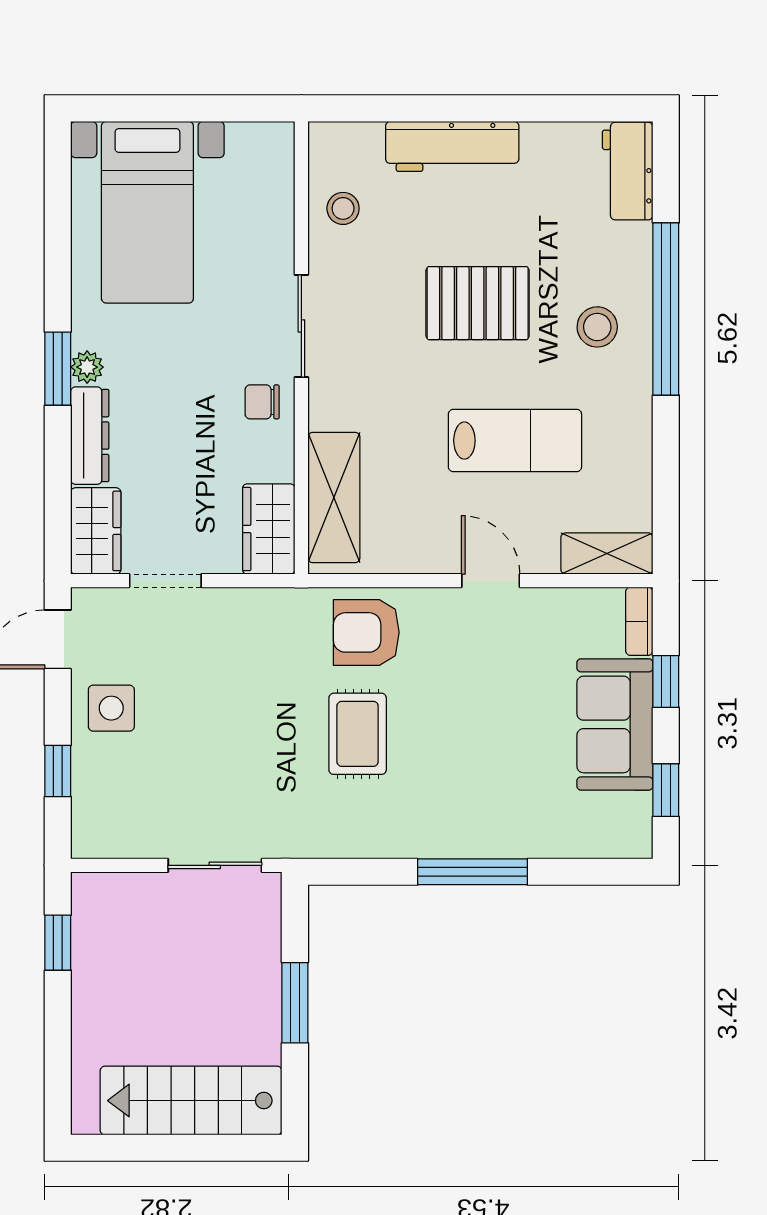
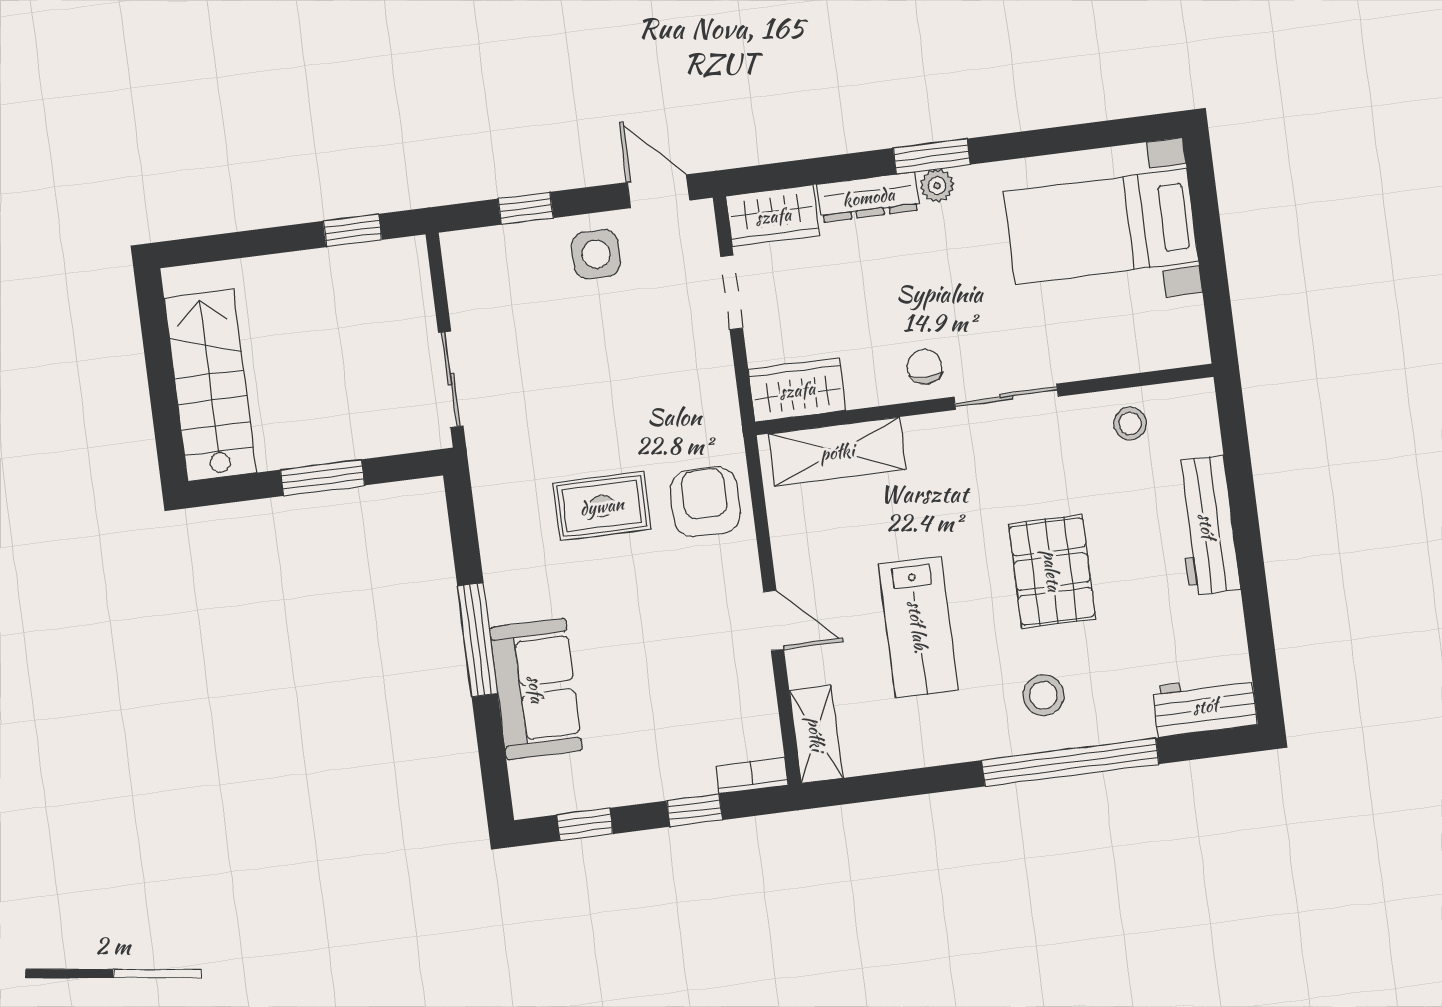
door: (491, 581) -> (774, 620), hinge flipped
sofa: (615, 724) -> (536, 689), moved, turned 90

